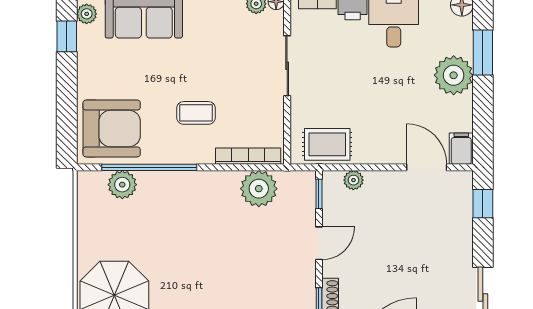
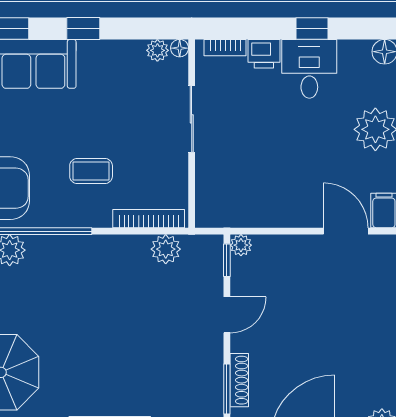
rug: (327, 144) -> (236, 206), removed
plant: (353, 180) -> (241, 245), moved
plant: (259, 189) -> (166, 249), width x0.73, depth x0.73

